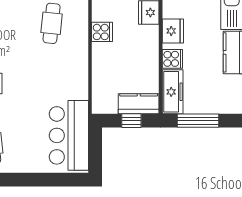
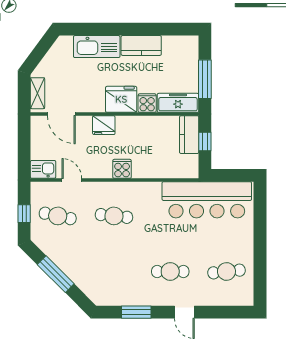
fridge: (173, 31) -> (121, 99), width x1.36, depth x1.34
bar counter: (69, 135) -> (207, 200), width x1.36

